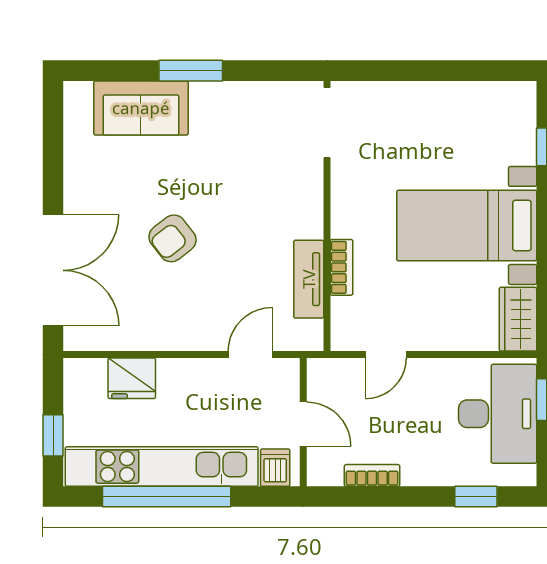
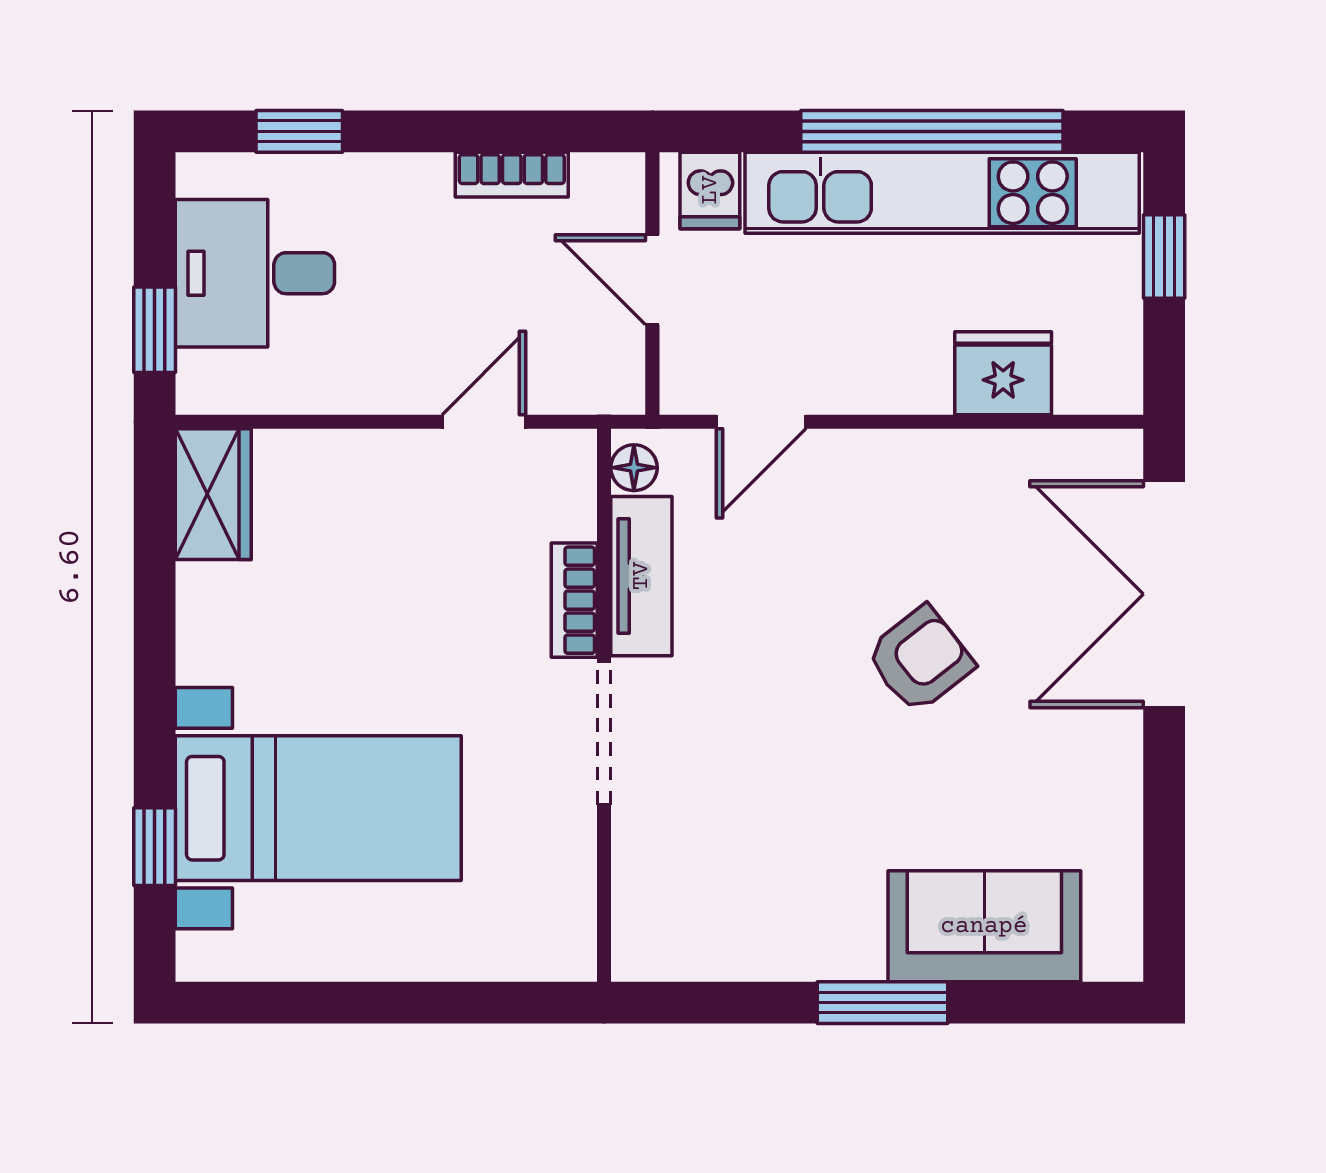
doorway: (327, 123) -> (604, 733), moved
bed with nightstands: (467, 225) -> (318, 808), moved
floor lamp: (312, 332) -> (634, 468), added
desk: (498, 414) -> (255, 273), width x0.73

